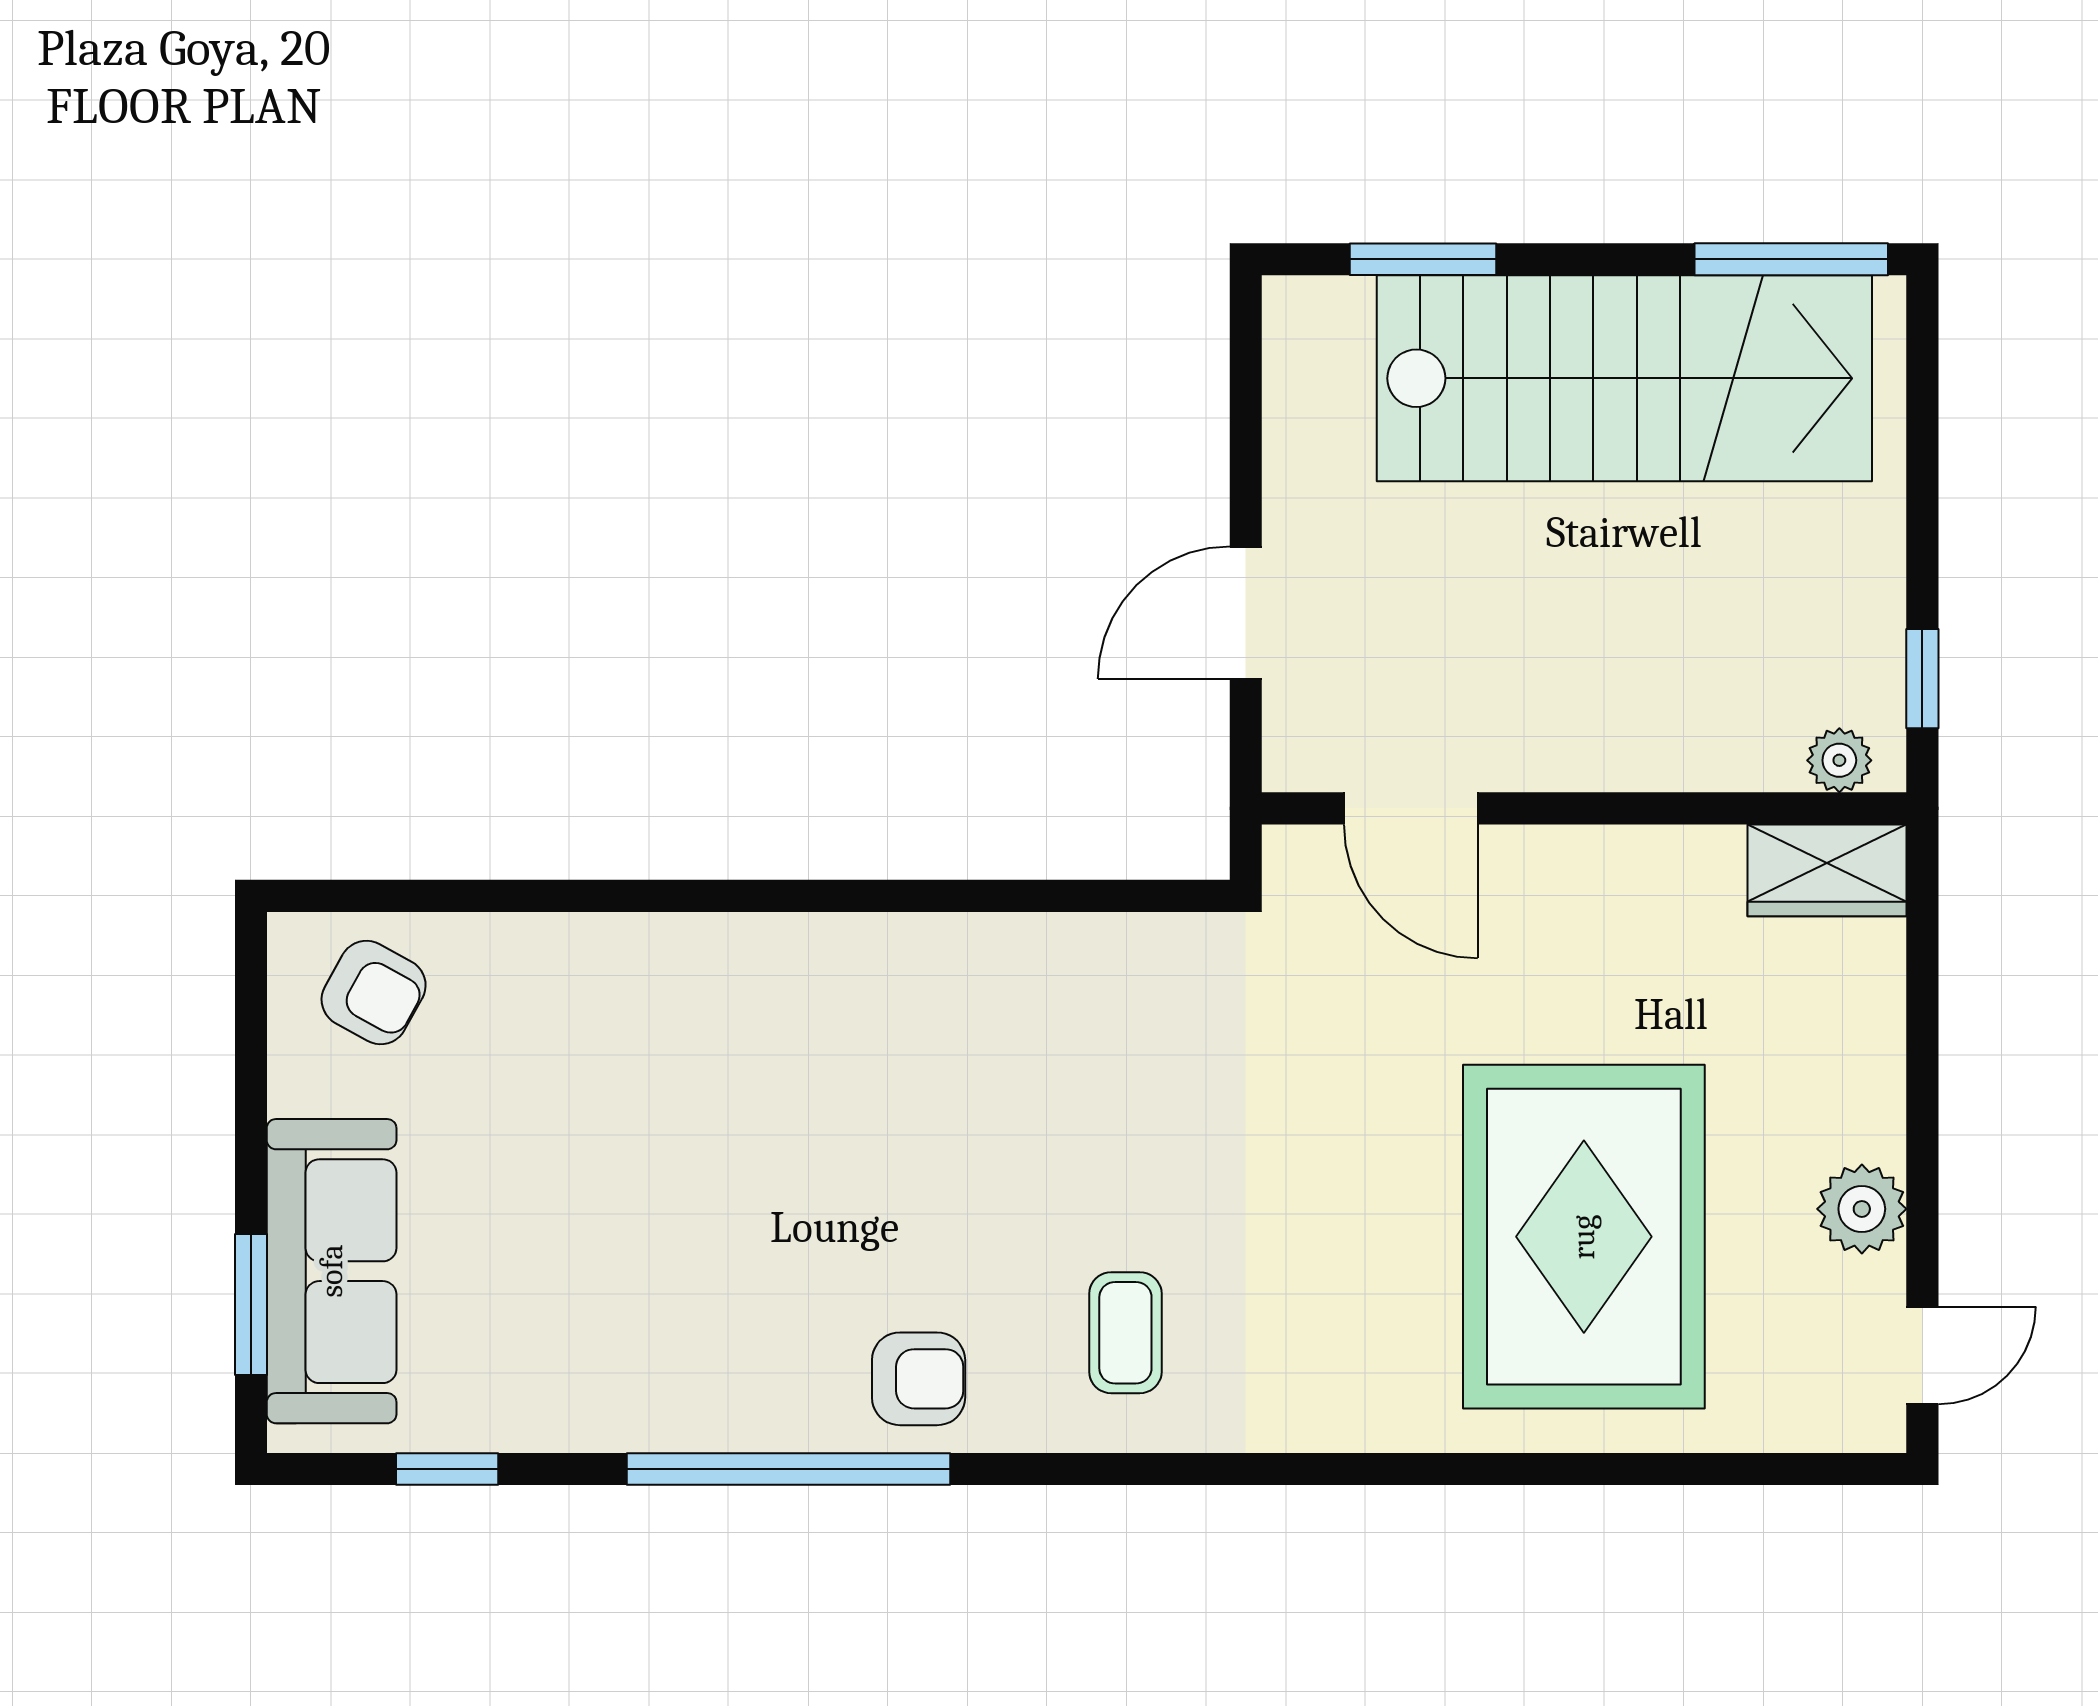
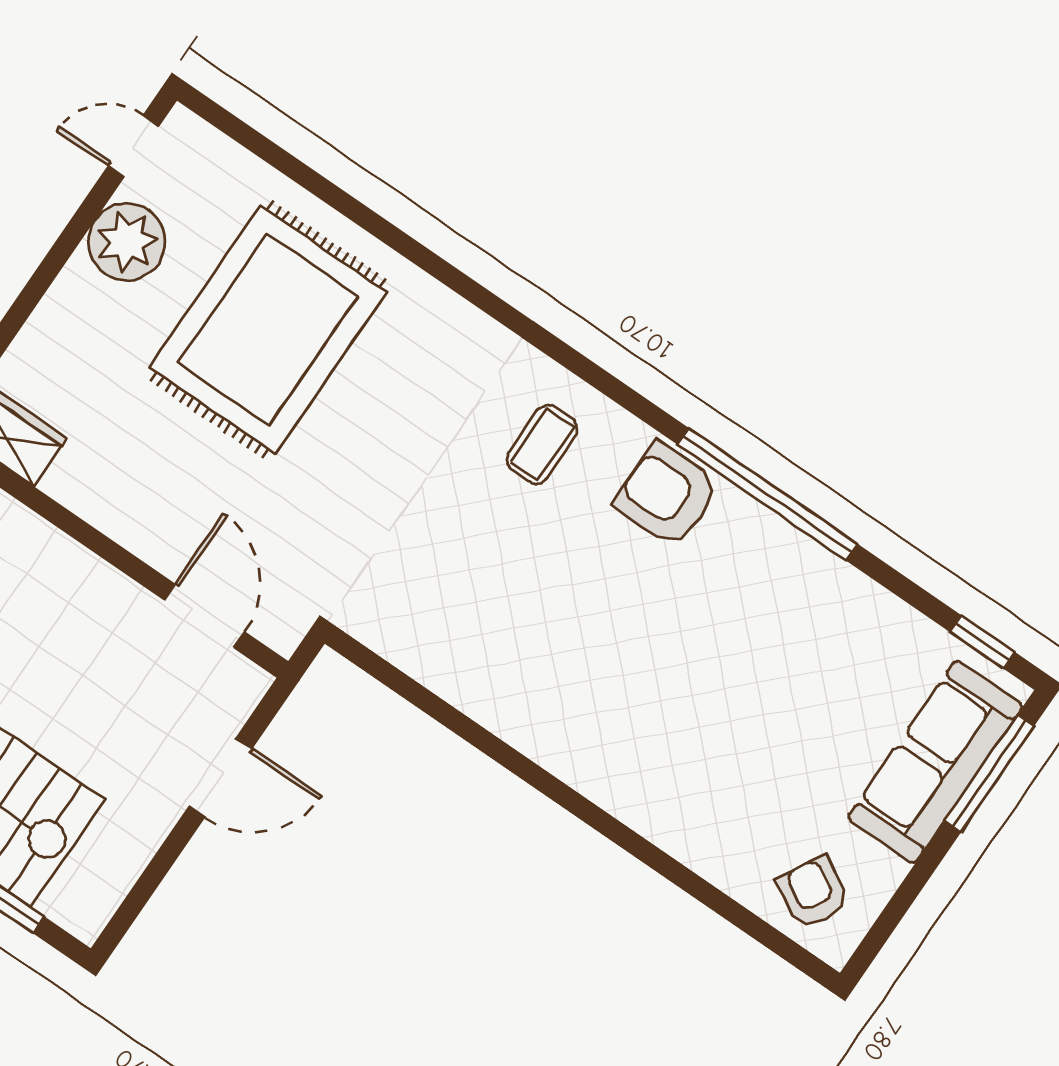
plant: (1862, 1209) -> (127, 242), width x1.36, depth x1.36
window: (251, 1305) -> (989, 773), width x1.44
armchair: (919, 1379) -> (667, 495), width x1.38, depth x1.38
window: (447, 1469) -> (982, 642), moved

